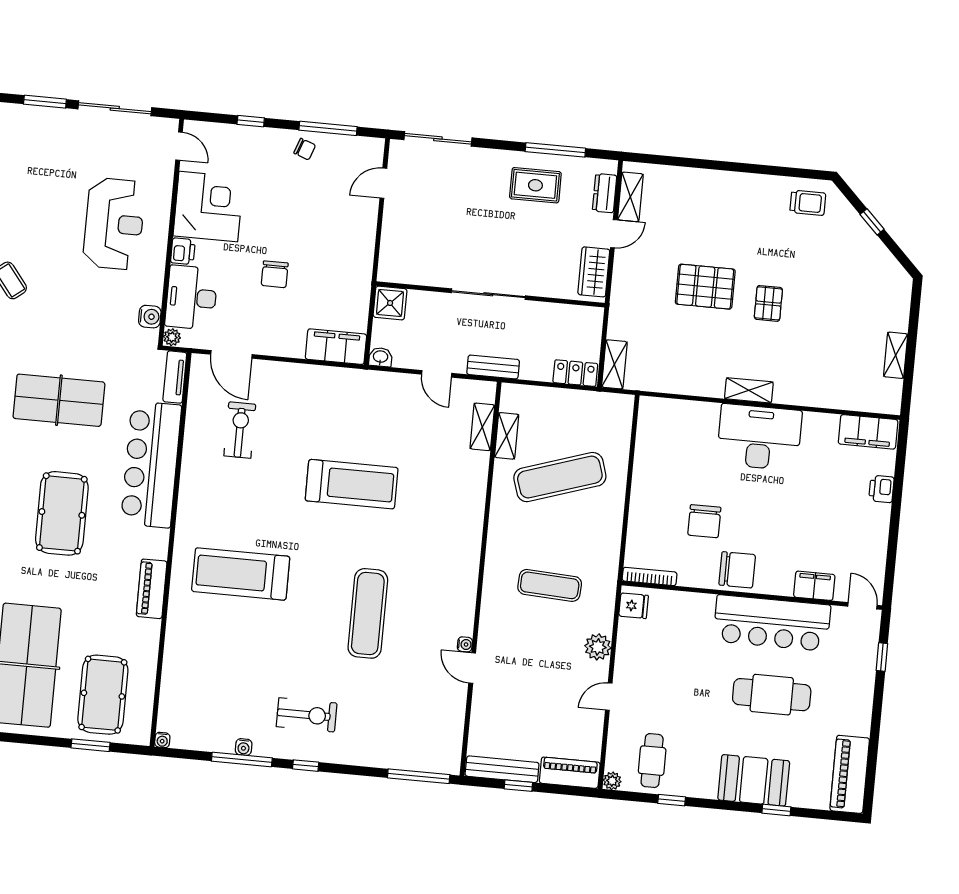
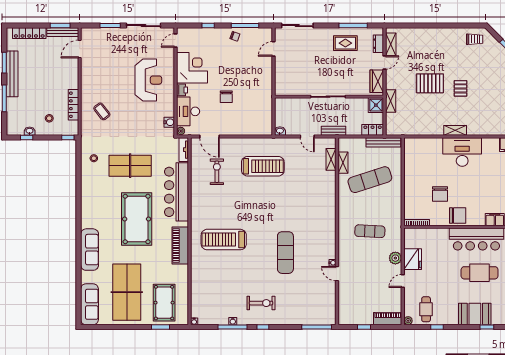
door: (179, 146) -> (176, 41), swing flipped
shower: (390, 303) -> (376, 105), moved
filing cabinet: (336, 347) -> (258, 128), removed
shelving: (614, 364) -> (391, 101), moved
treadmill: (352, 484) -> (263, 166), moved
pool table: (62, 513) -> (137, 219), width x1.36, depth x1.32
piano: (152, 589) -> (180, 246), width x1.37, depth x1.33
fridge: (634, 606) -> (413, 259), moved, width x1.88, depth x1.34
bench: (502, 769) -> (383, 142), moved

